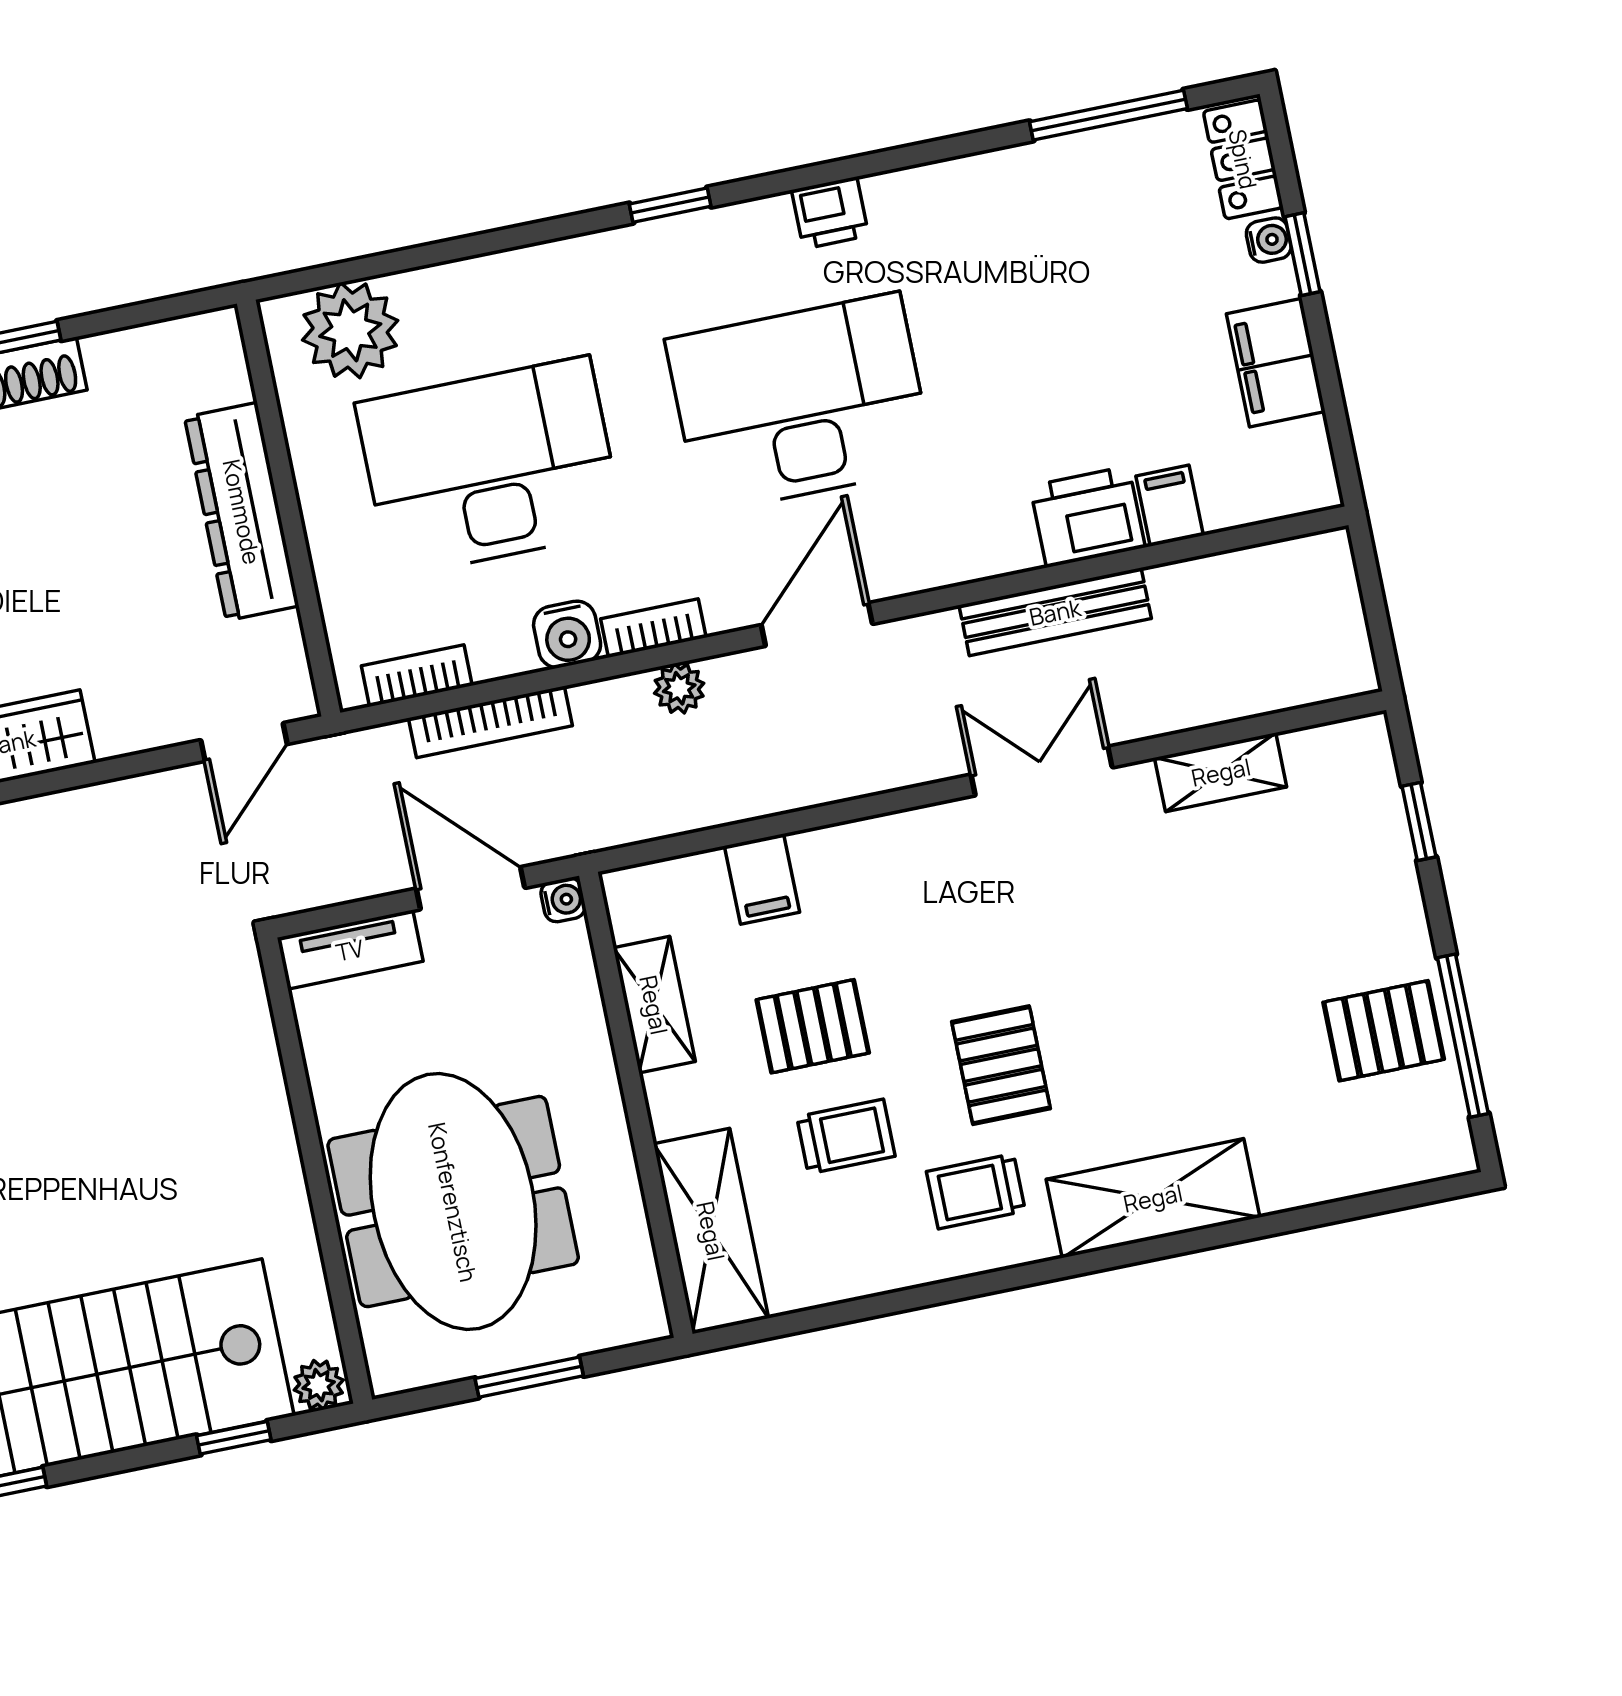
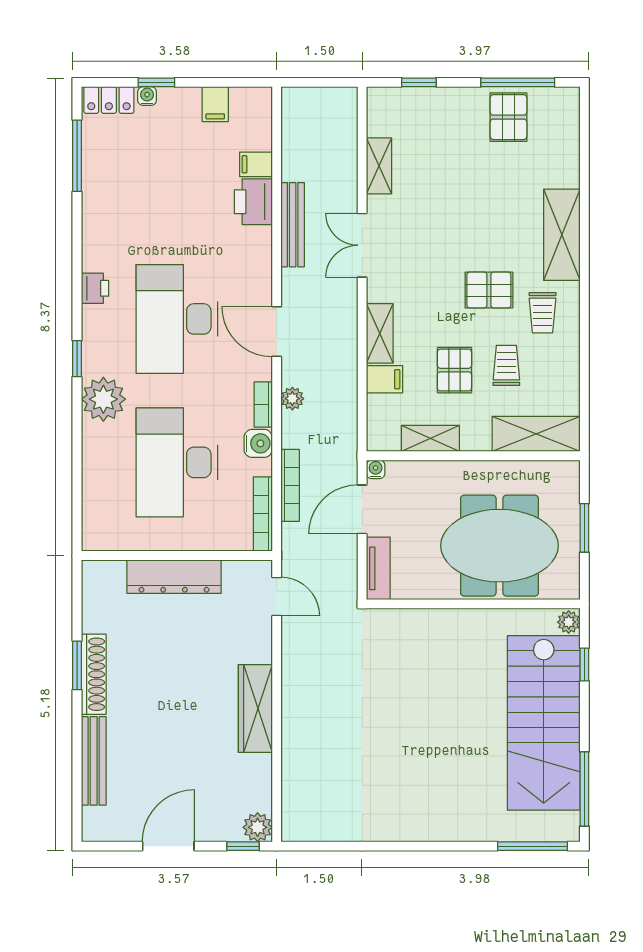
plant: (350, 330) -> (103, 399), moved
filing cabinet: (1276, 363) -> (215, 104), width x0.50
bookcase: (417, 676) -> (263, 514), width x1.56
shelving: (859, 848) -> (380, 333), added

